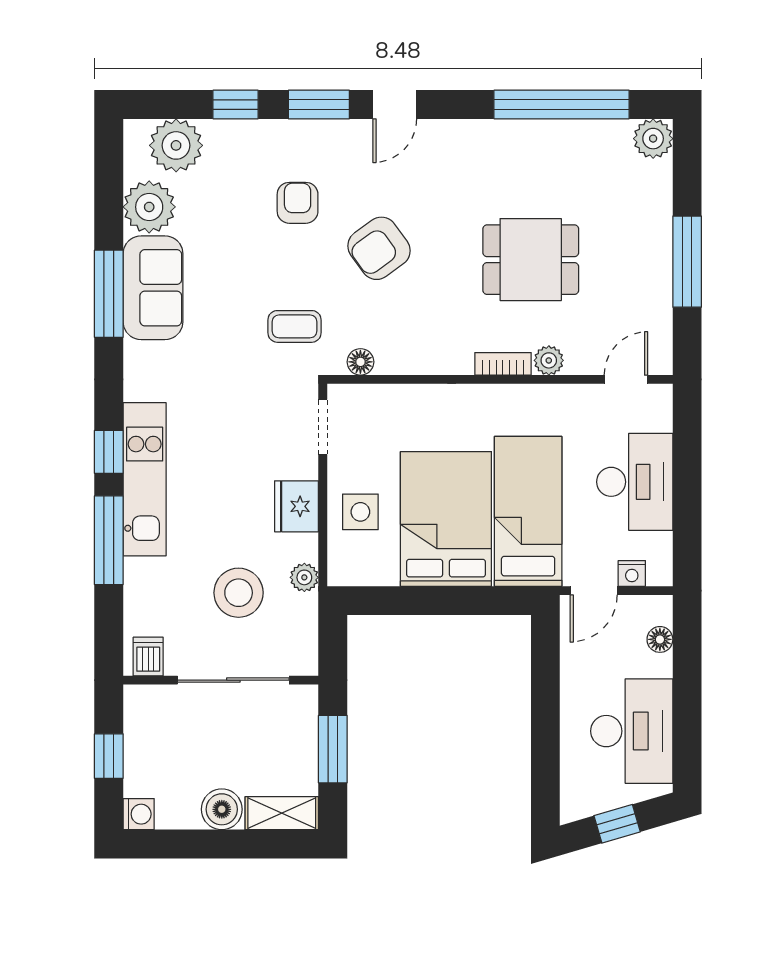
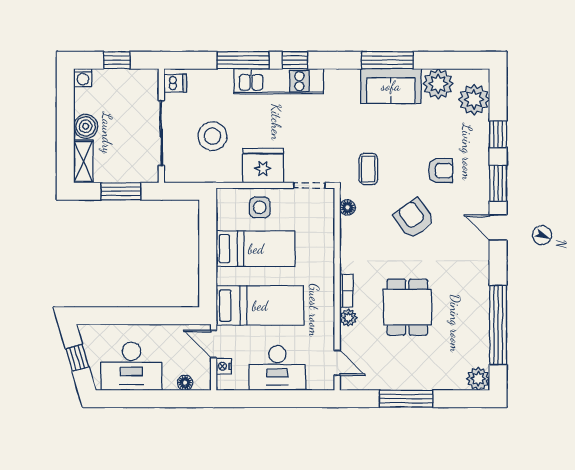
fridge: (297, 506) -> (263, 166), width x1.36, depth x1.34
bed: (446, 519) -> (256, 249), width x0.67
plant: (304, 577) -> (221, 175), removed

